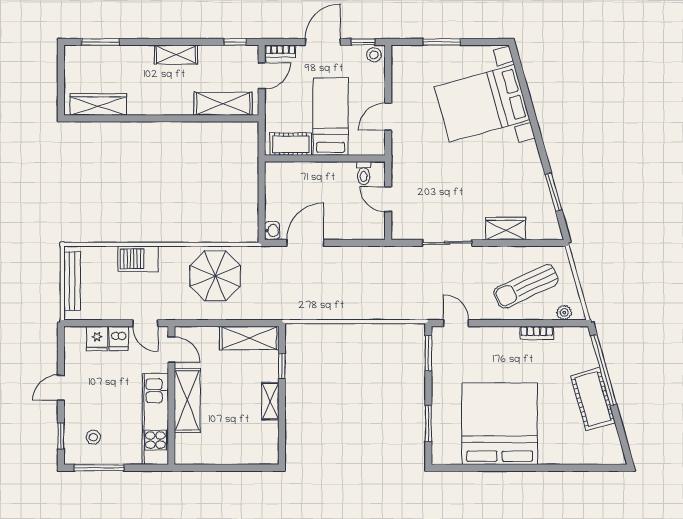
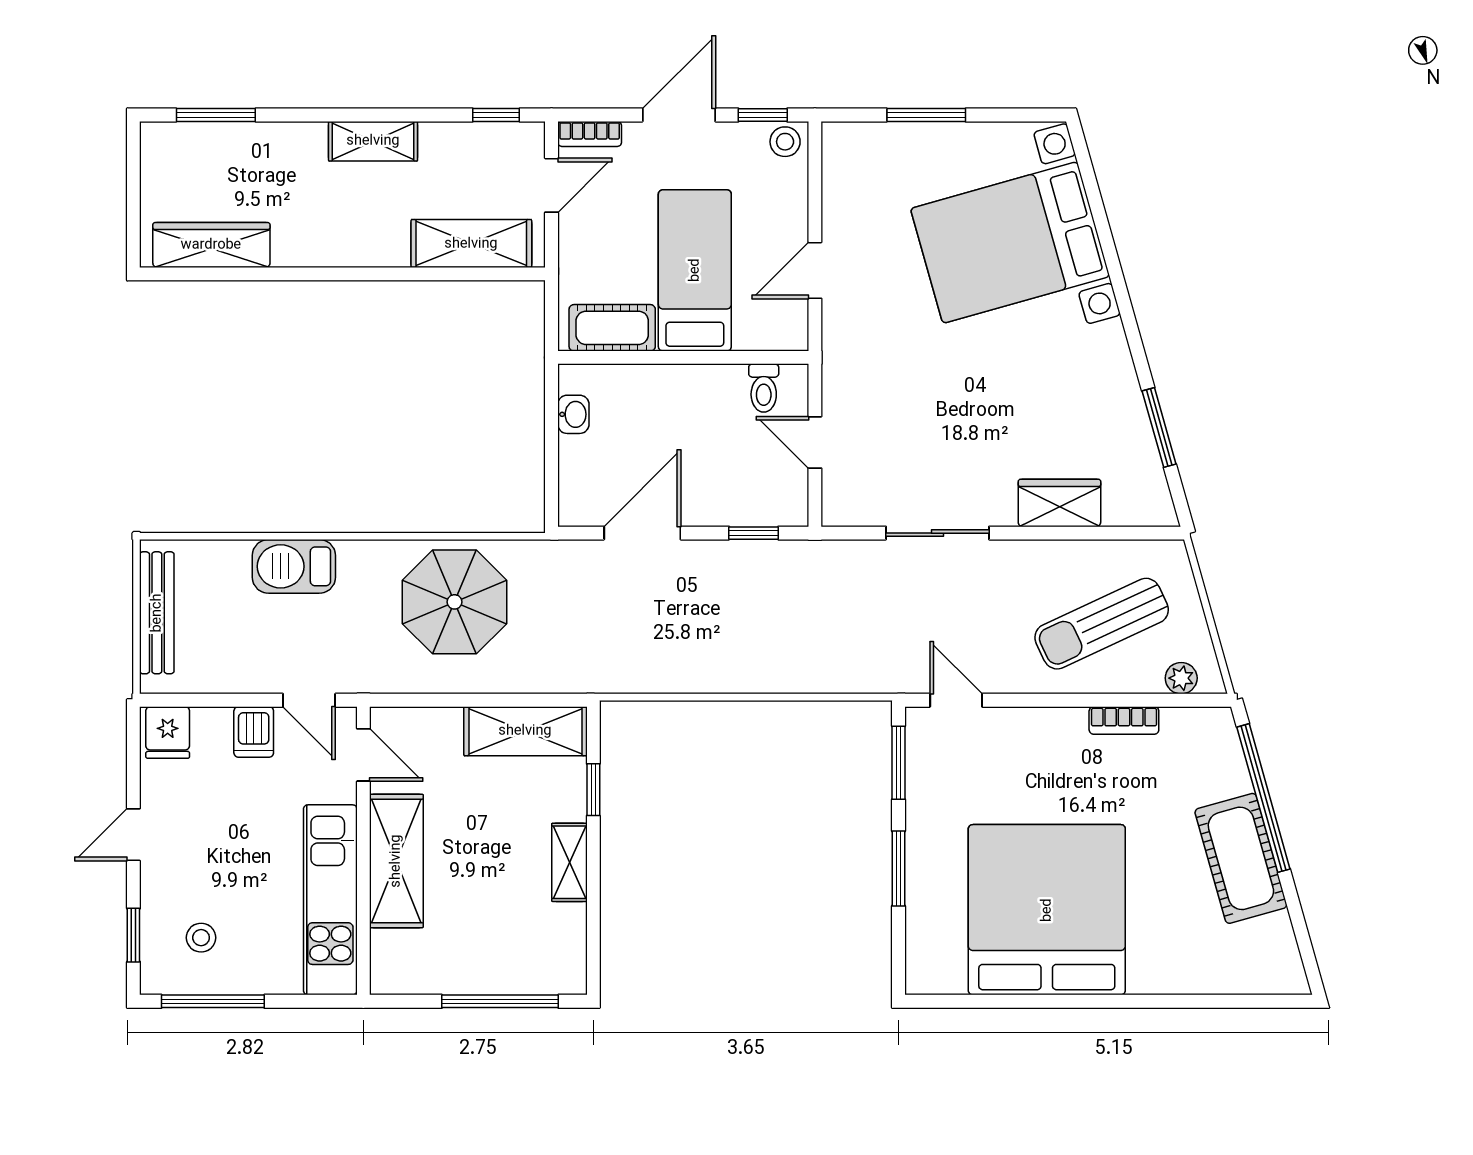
washbasin: (272, 231) -> (573, 414), moved
window: (359, 243) -> (754, 533), added
fridge: (97, 339) -> (168, 733), moved
window: (428, 423) -> (898, 868), moved
window: (237, 468) -> (500, 1001), added

